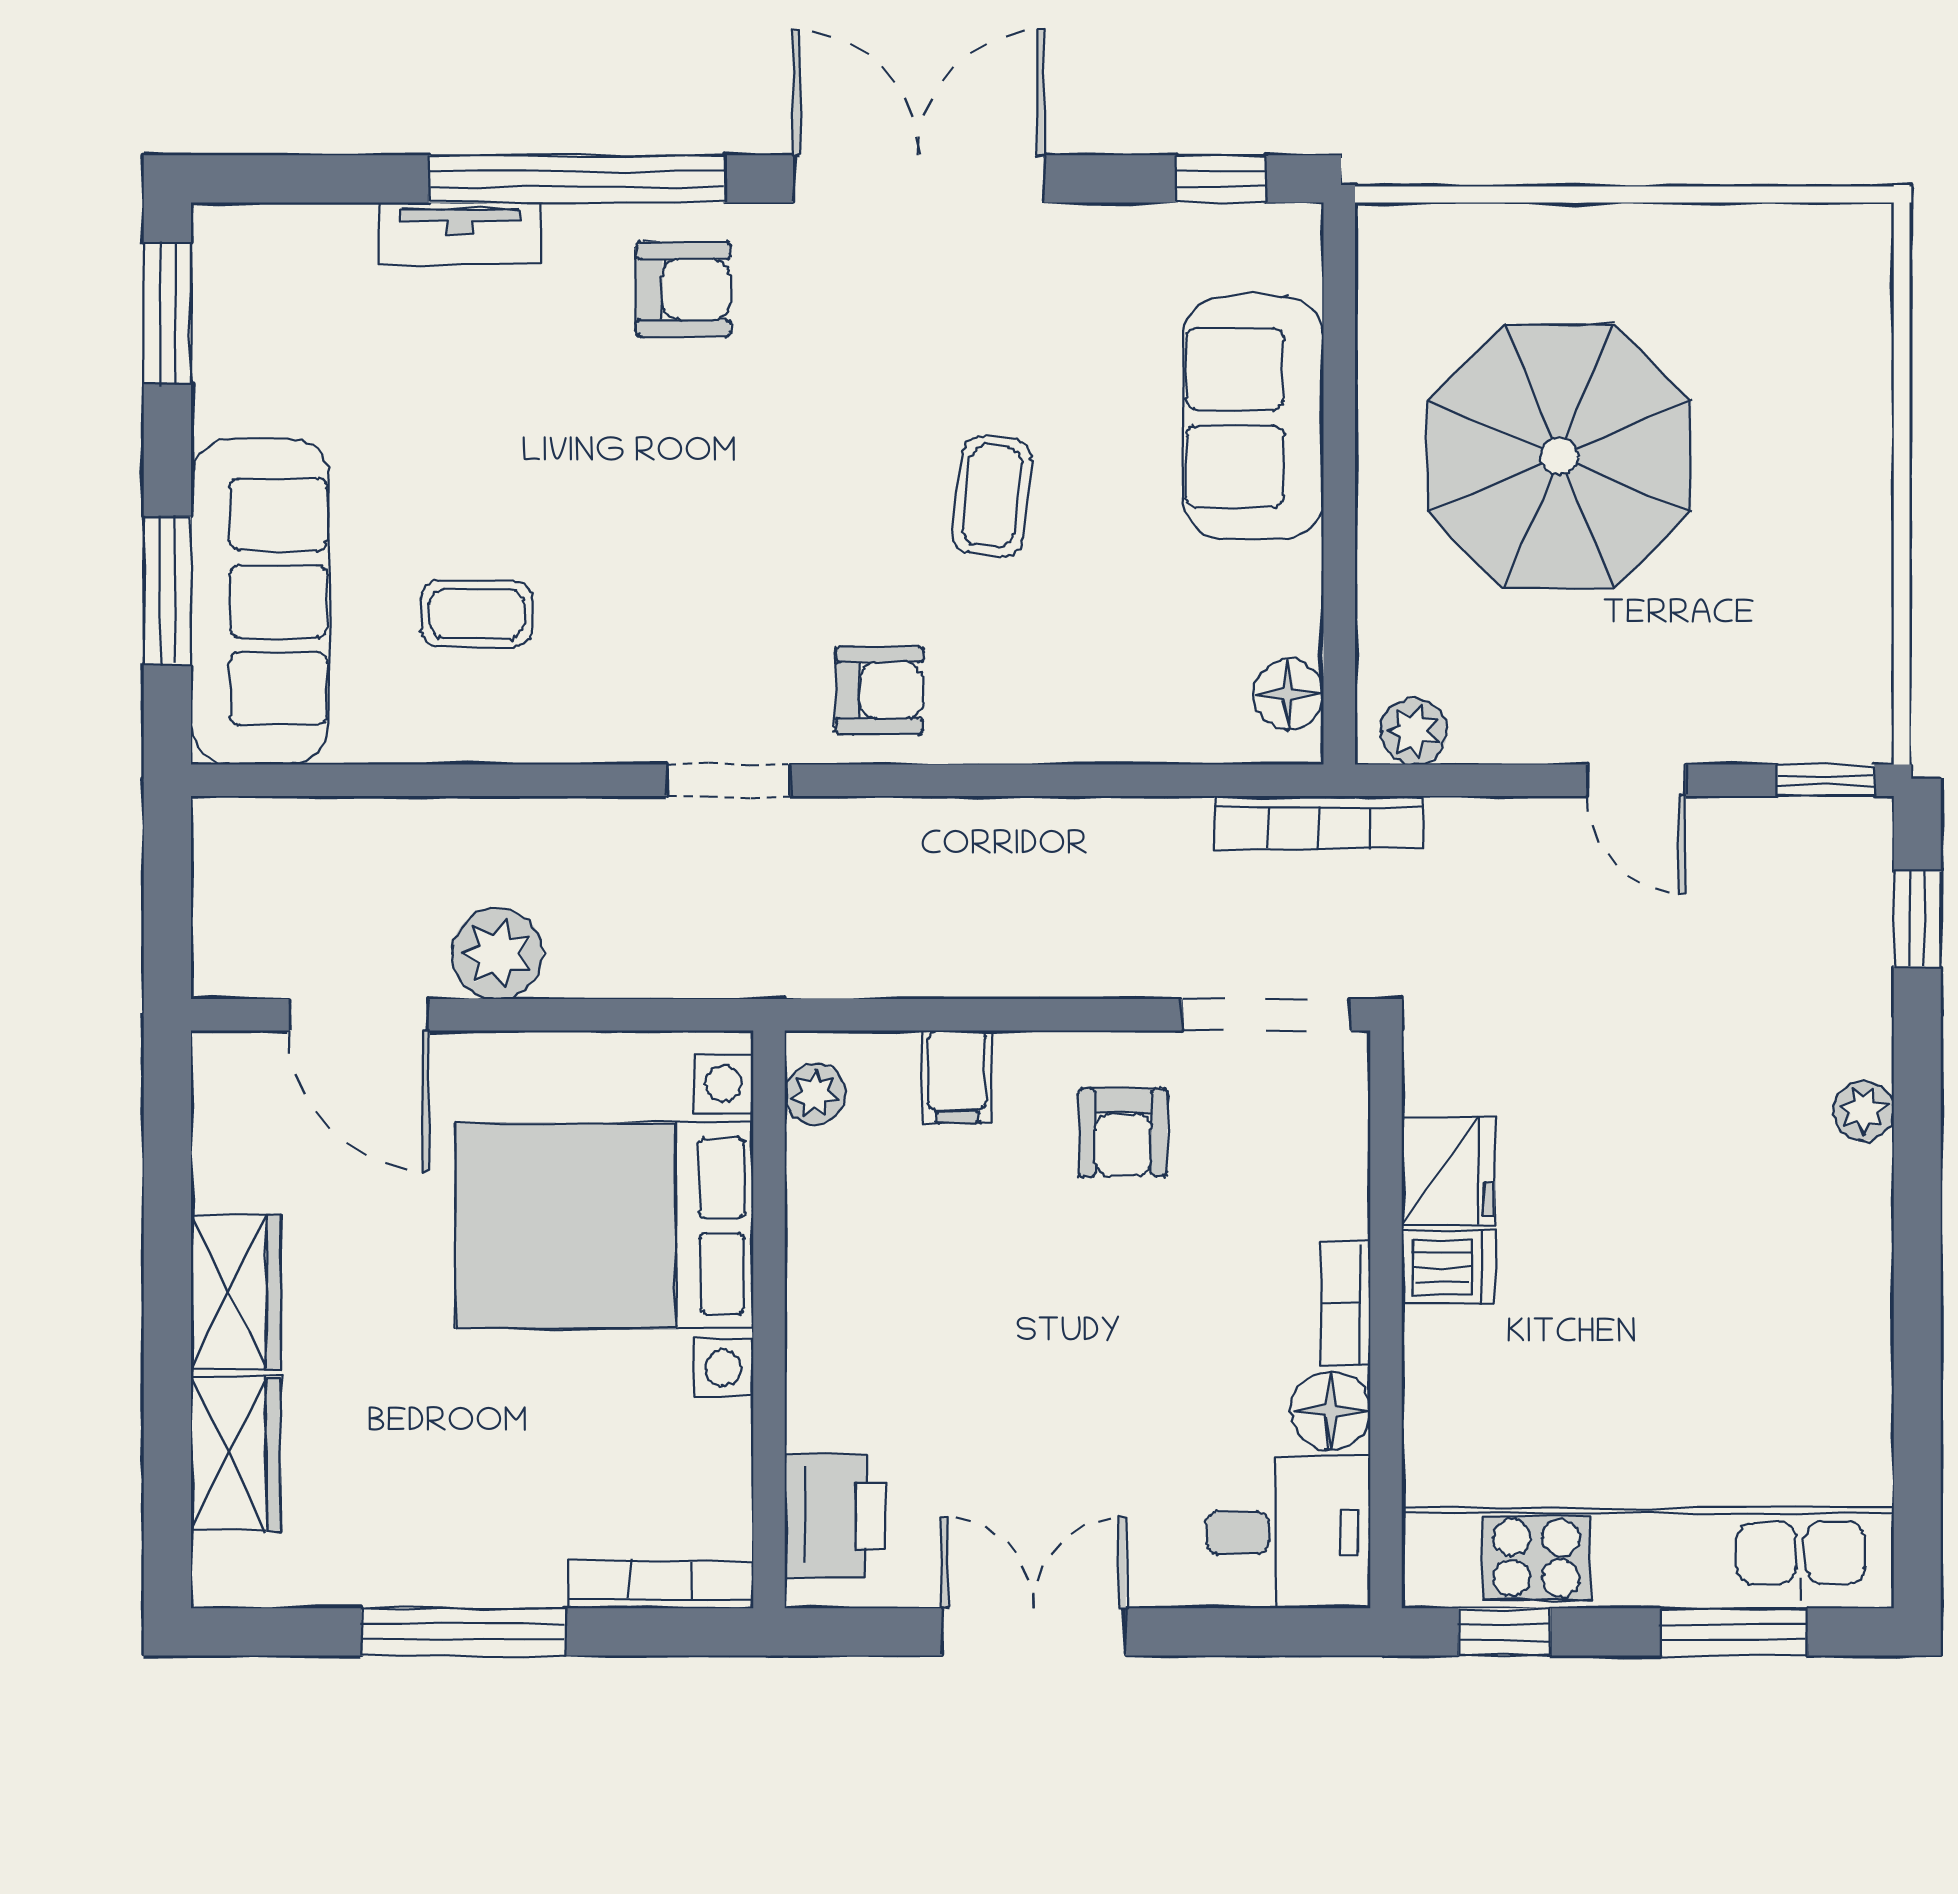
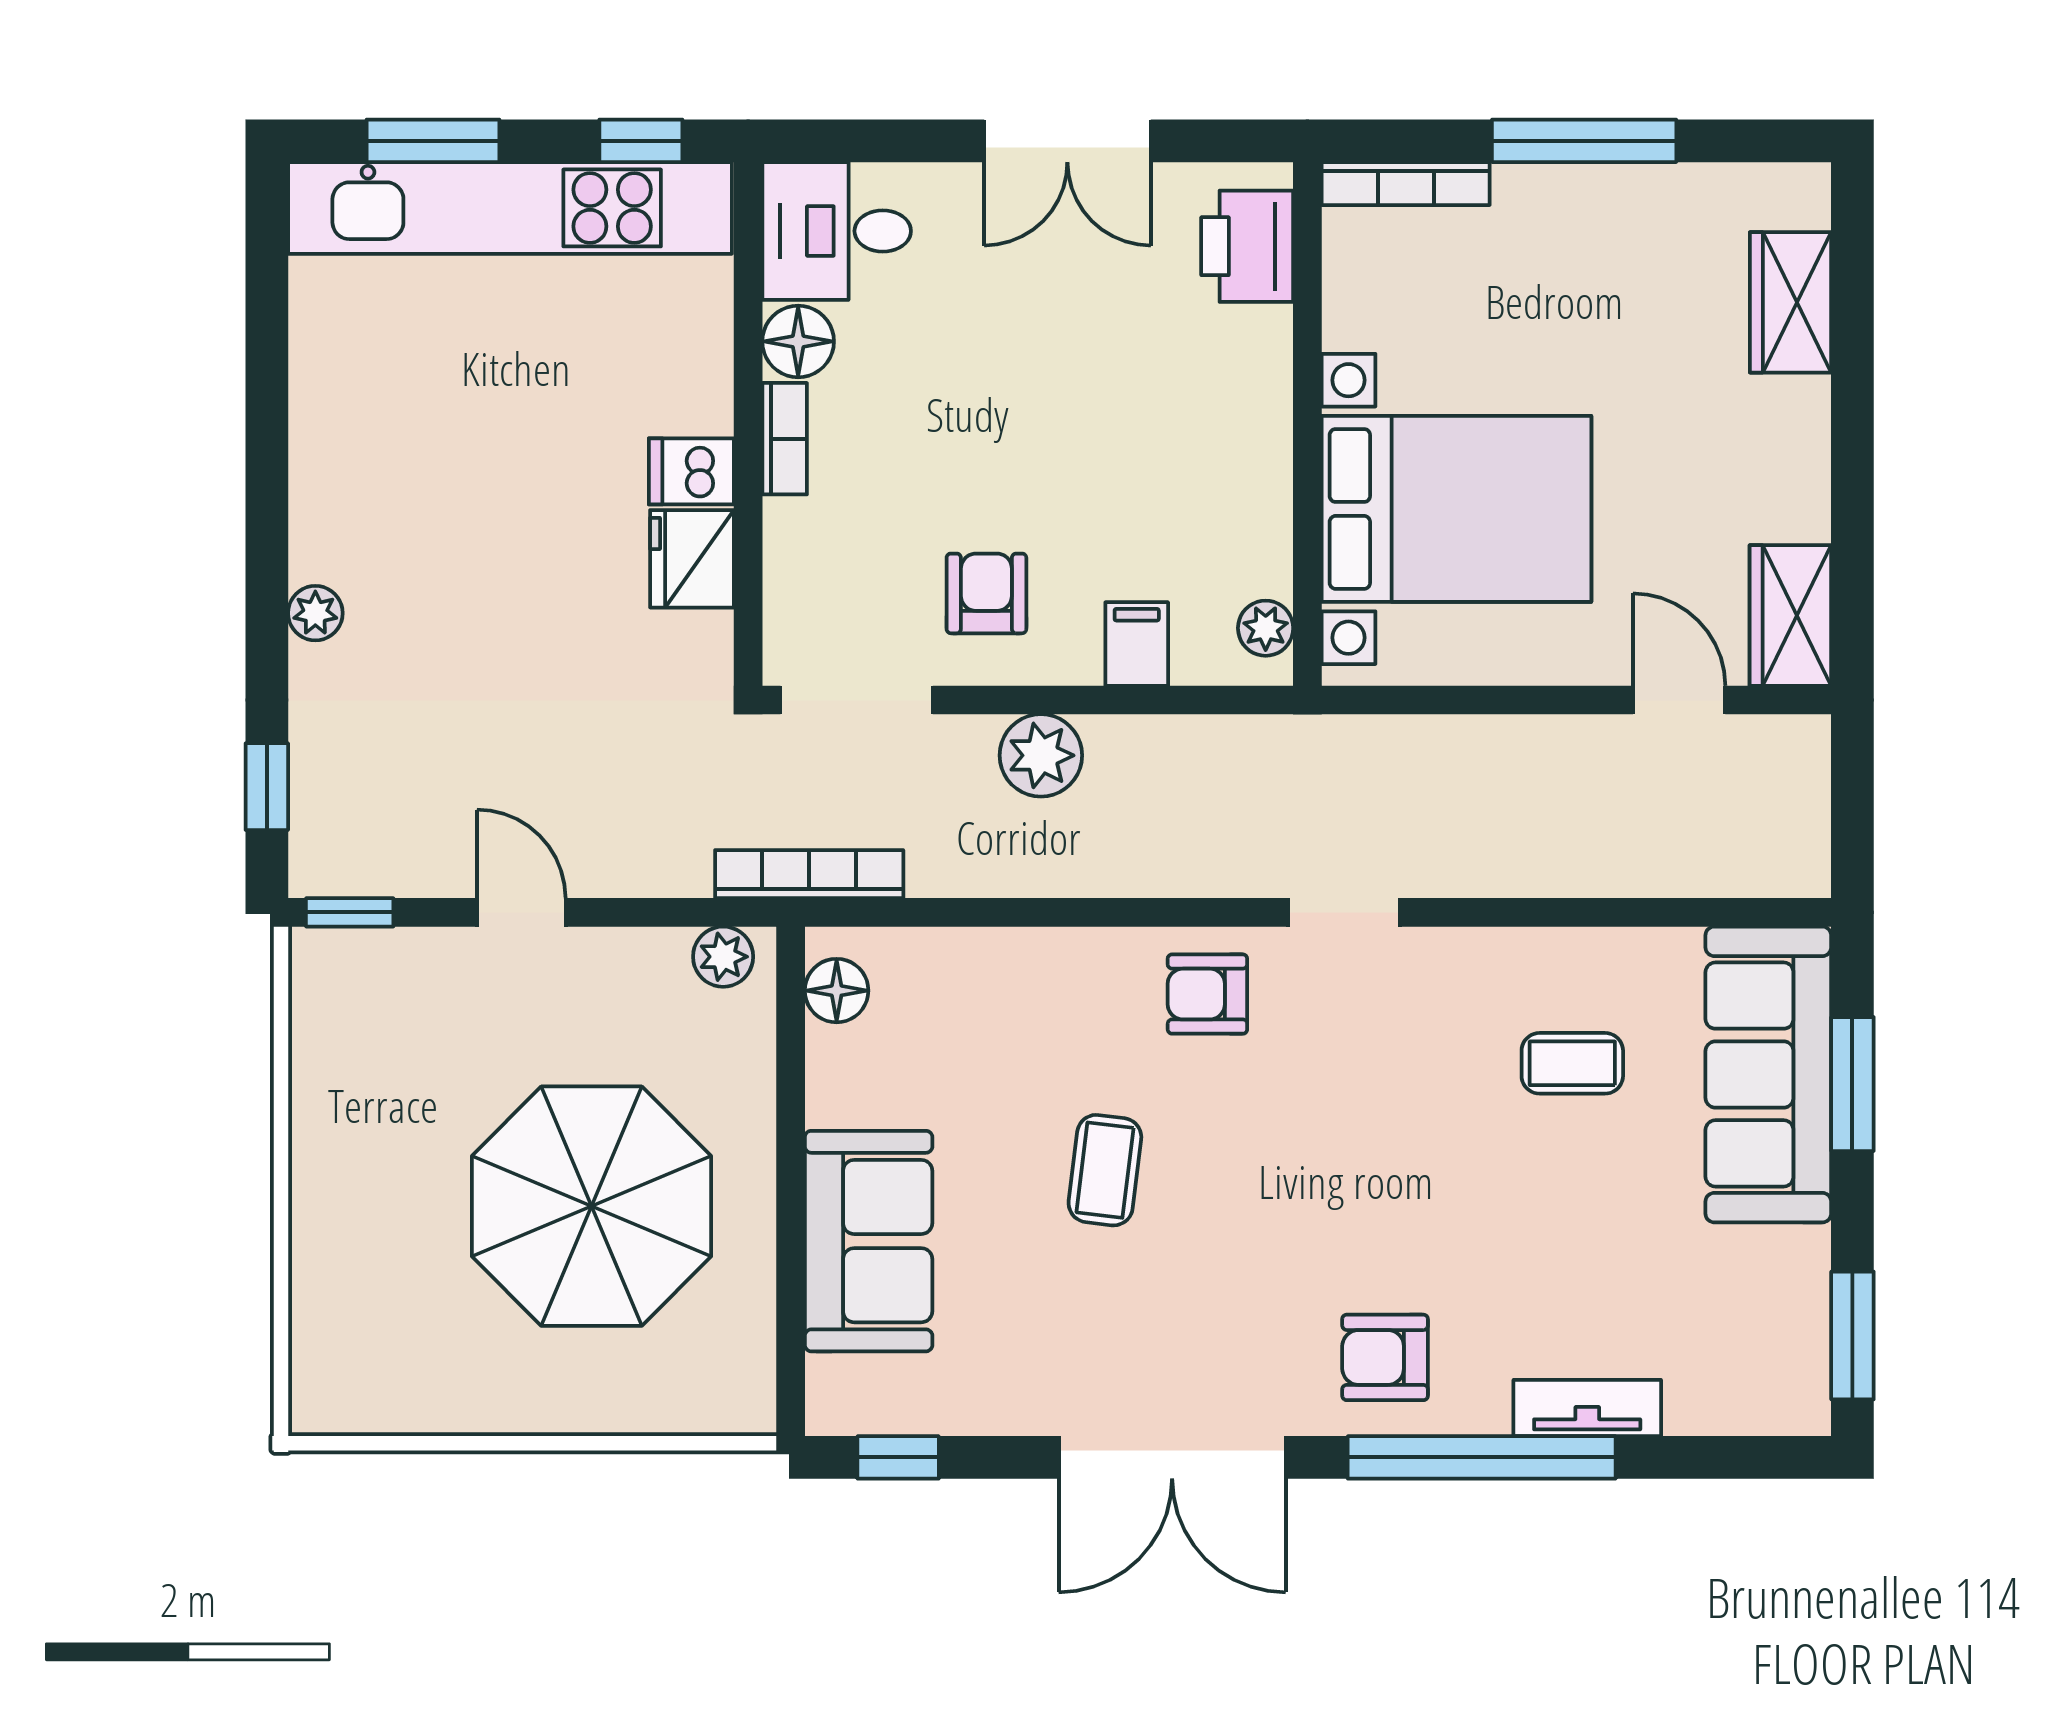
plant: (497, 954) -> (1041, 755), moved
door: (359, 1015) -> (1679, 700), width x0.73
wardrobe: (236, 1292) -> (1790, 616), moved

